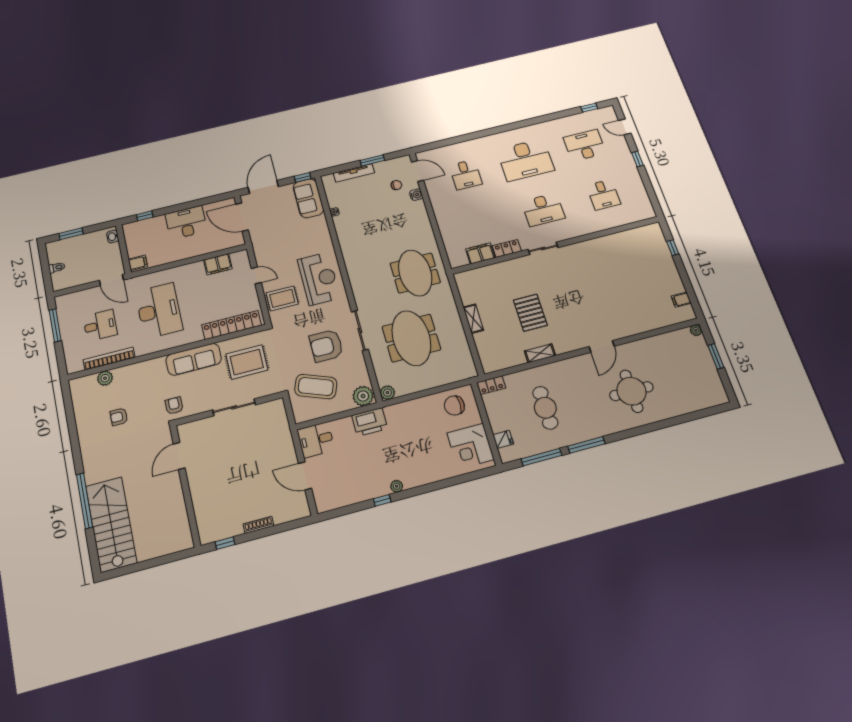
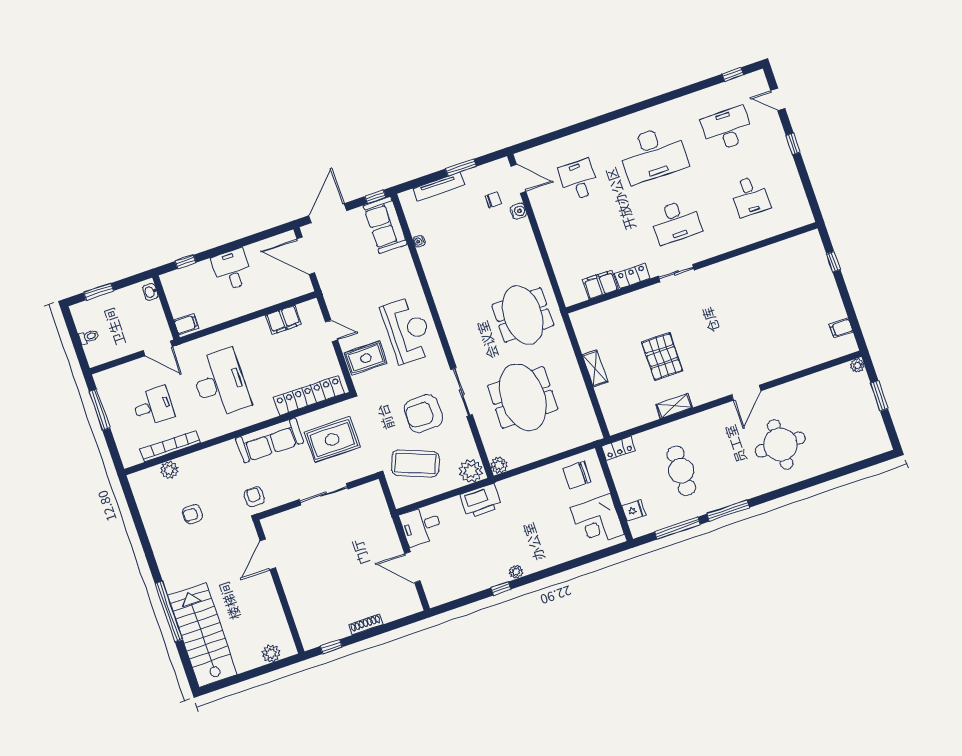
desk: (466, 175) -> (579, 180), turned 180
desk: (186, 223) -> (232, 270), width x0.73
plant: (170, 546) -> (271, 654), added

